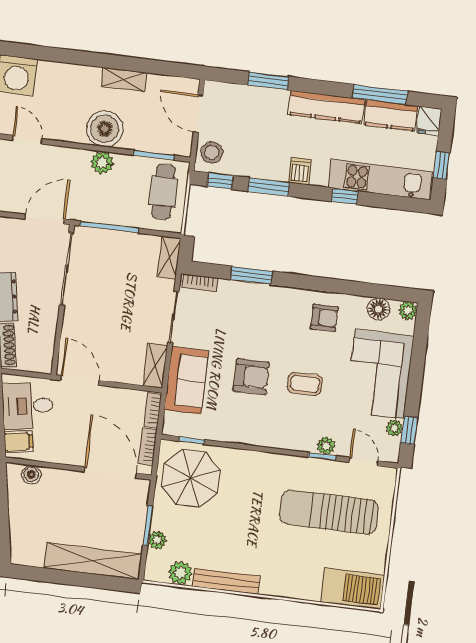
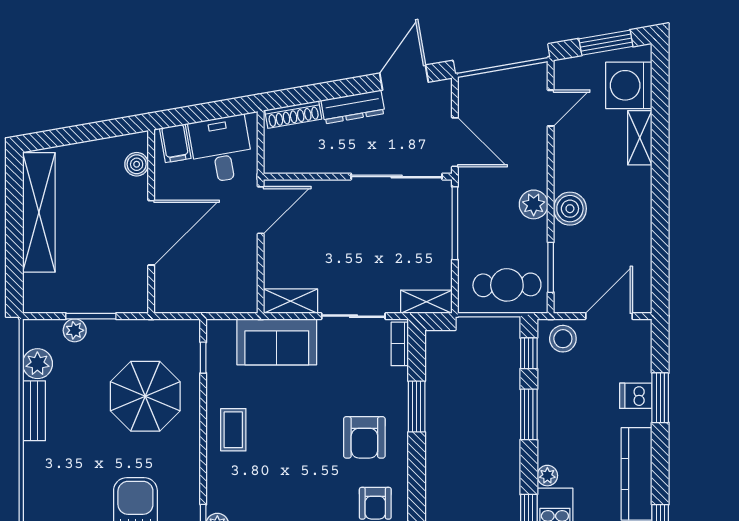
shelving: (124, 80) -> (640, 138), moved
boiler: (105, 129) -> (570, 209), width x0.73, depth x0.73
dishwasher: (300, 171) -> (636, 396), moved, turned 180
plant: (319, 178) -> (547, 476), added
armchair: (251, 377) -> (364, 437), moved
coffee table: (305, 384) -> (233, 430), moved
bookcase: (153, 410) -> (235, 305), removed
bookcase: (148, 447) -> (189, 304), removed
door: (110, 472) -> (151, 233), moved
parasol: (191, 478) -> (145, 396), moved
shelving: (93, 561) -> (39, 212), moved
bench: (226, 581) -> (34, 411), width x0.73

